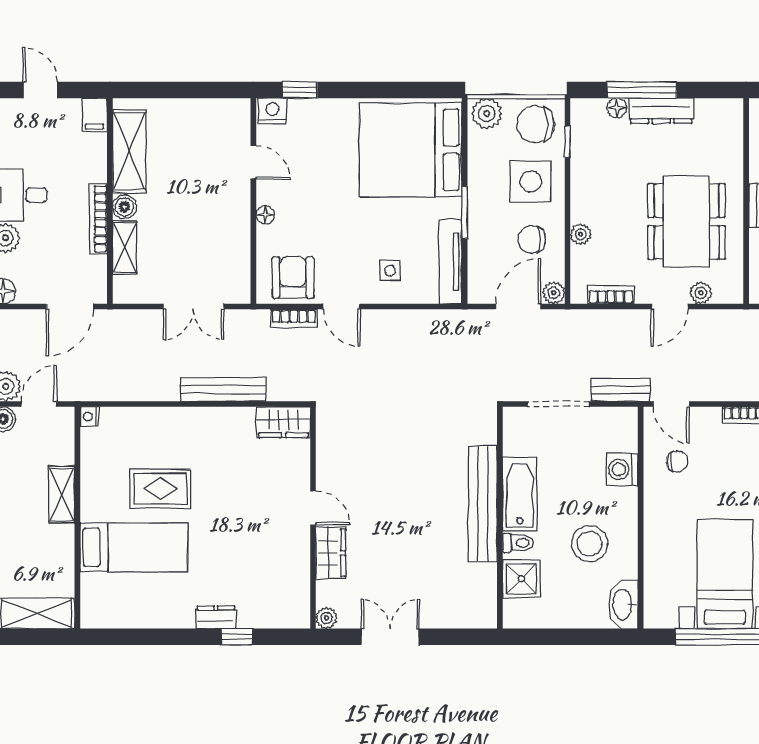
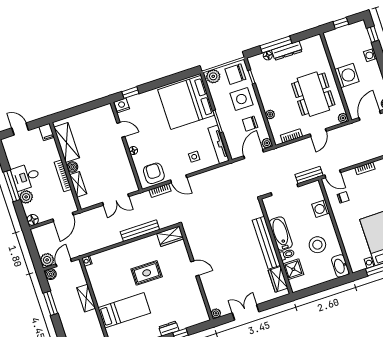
plant: (701, 293) -> (343, 118), moved
rug: (160, 489) -> (147, 273), moved
wardrobe: (331, 553) -> (278, 279), moved, turned 180

